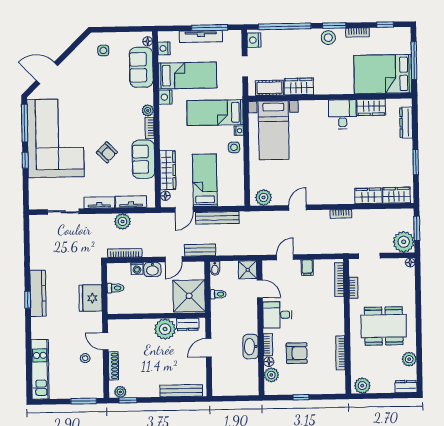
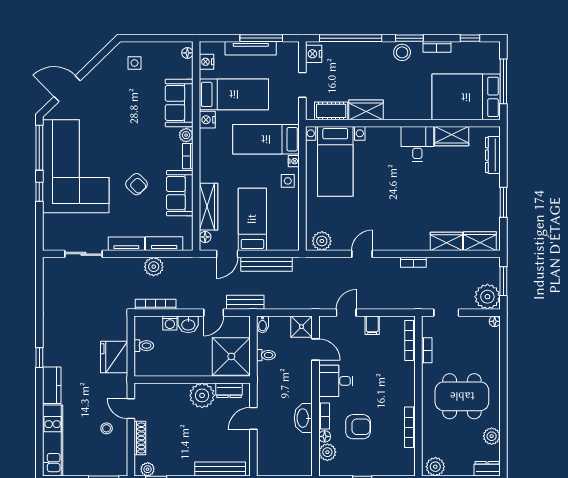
sofa: (141, 67) -> (179, 103), moved
kitchen counter: (38, 293) -> (52, 385), moved, width x0.67

